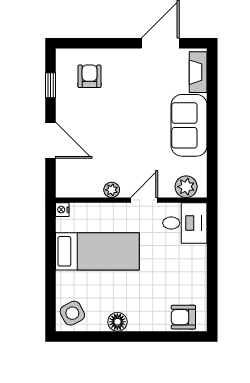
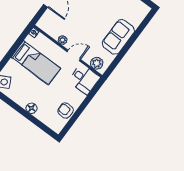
fireplace: (198, 72) -> (140, 16), removed
armchair: (183, 317) -> (66, 111), moved
floor lamp: (117, 322) -> (31, 108), moved

